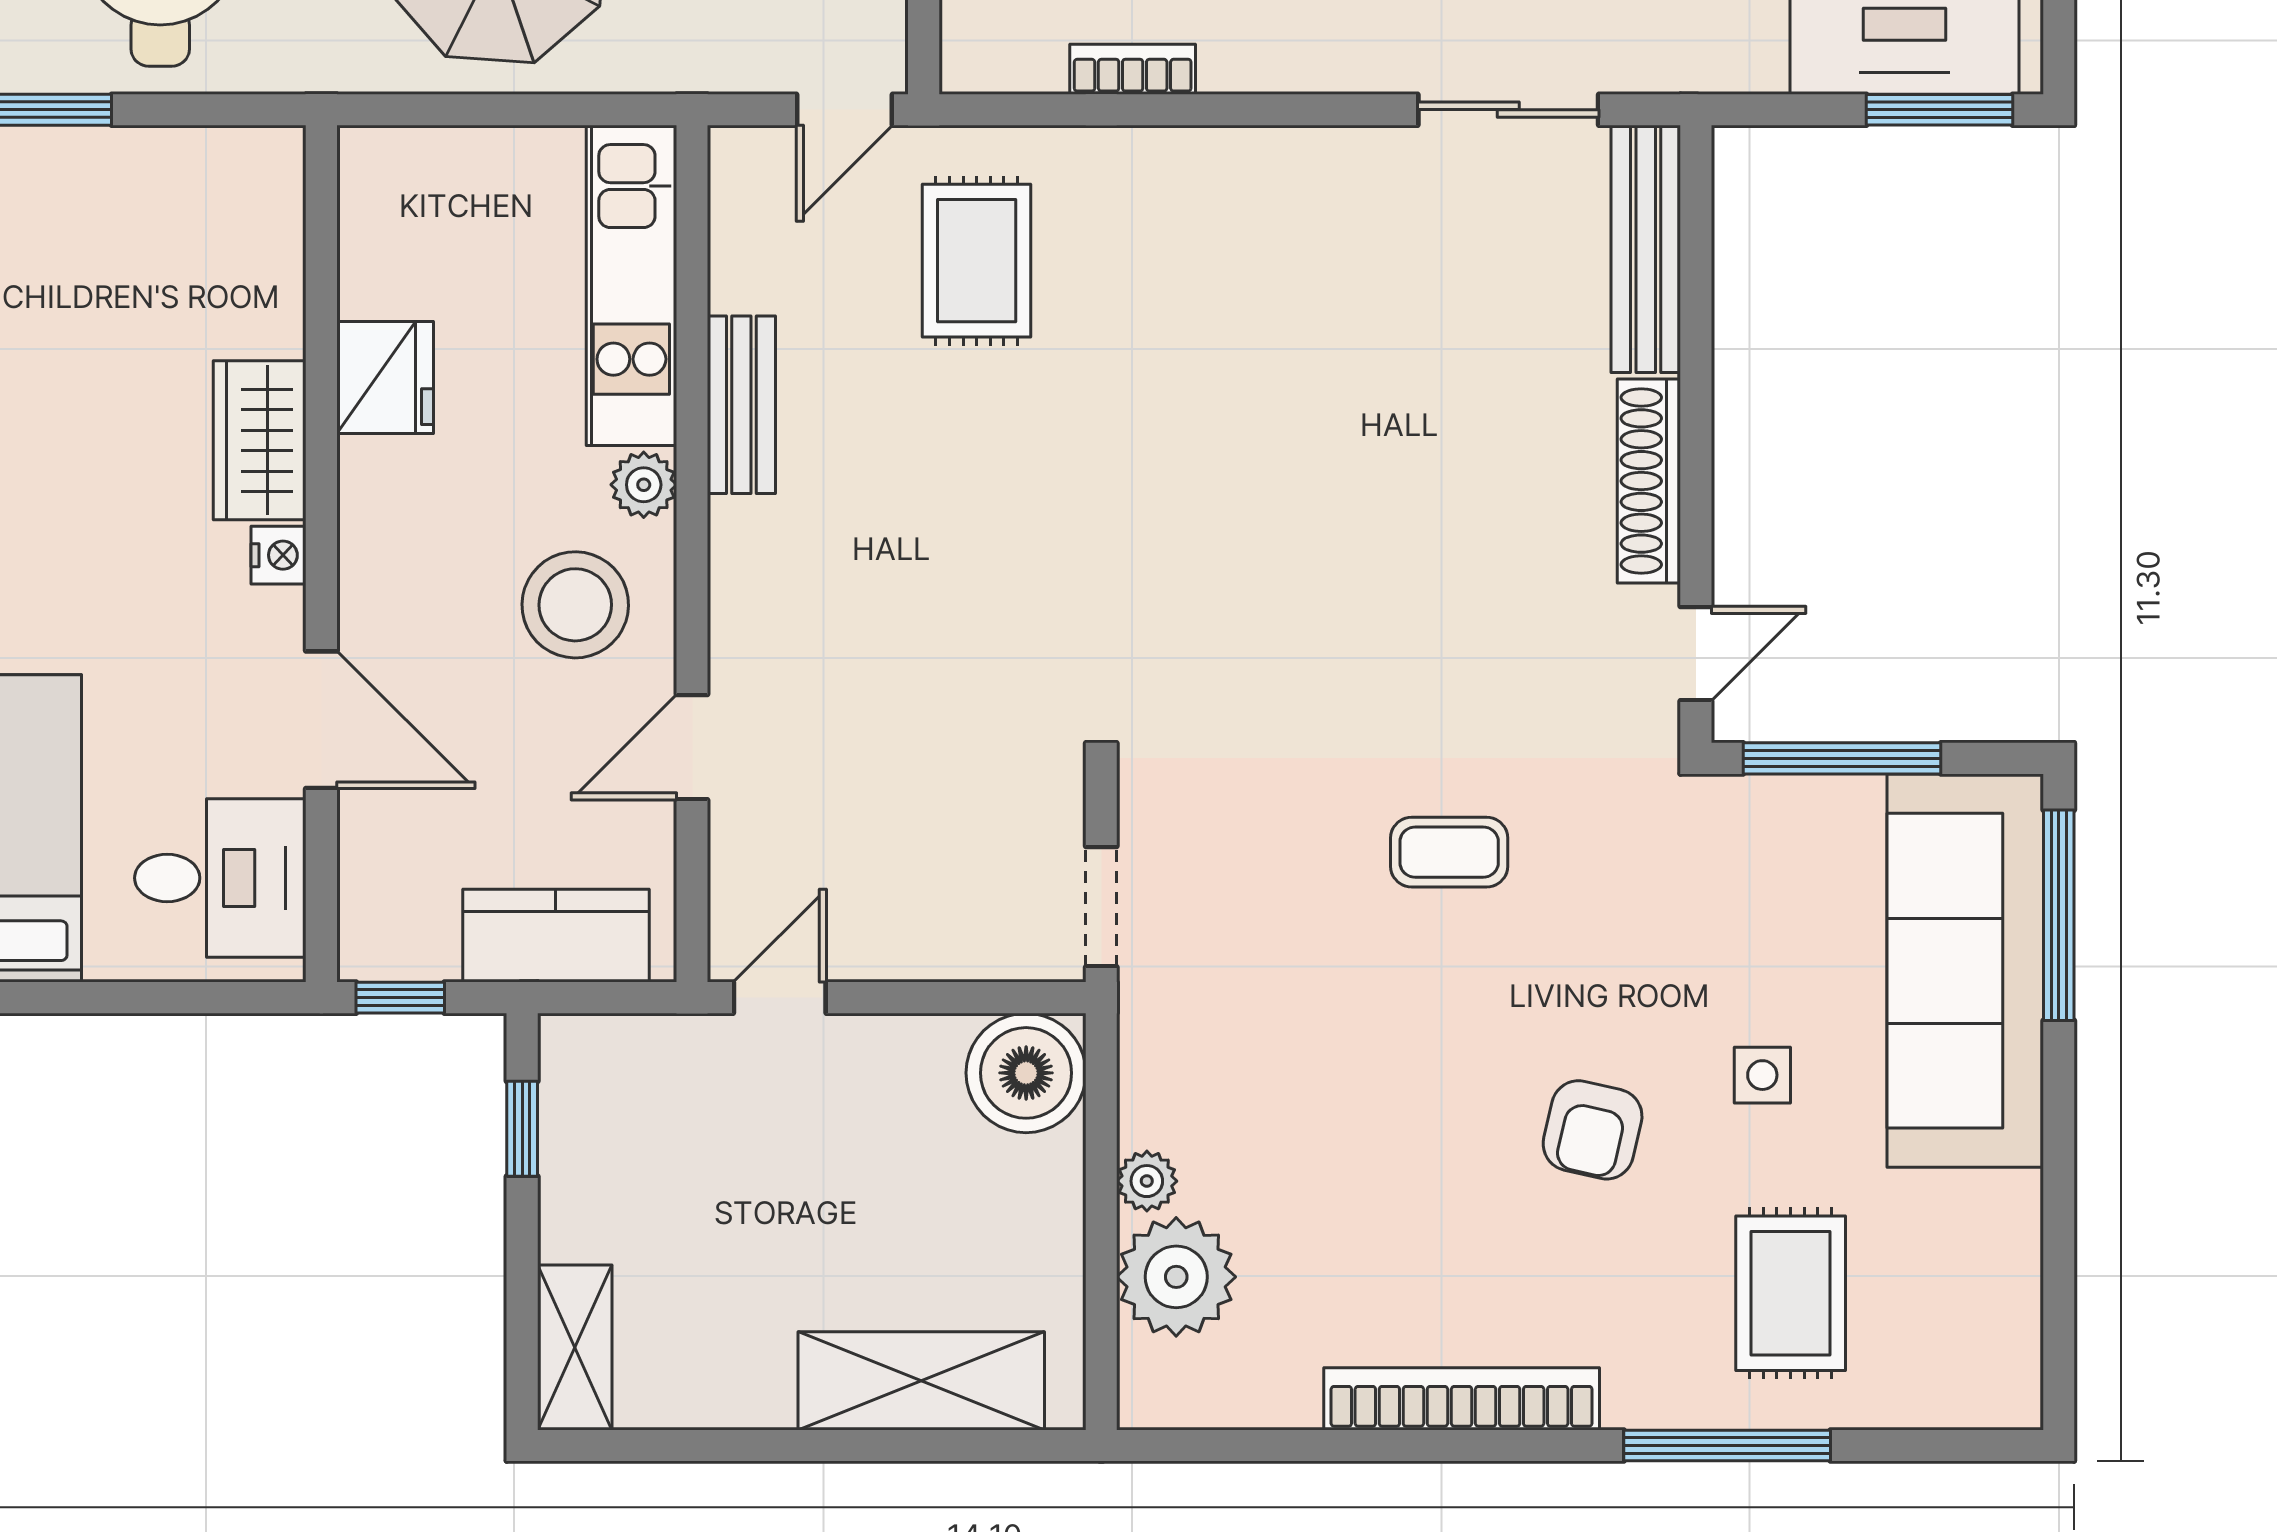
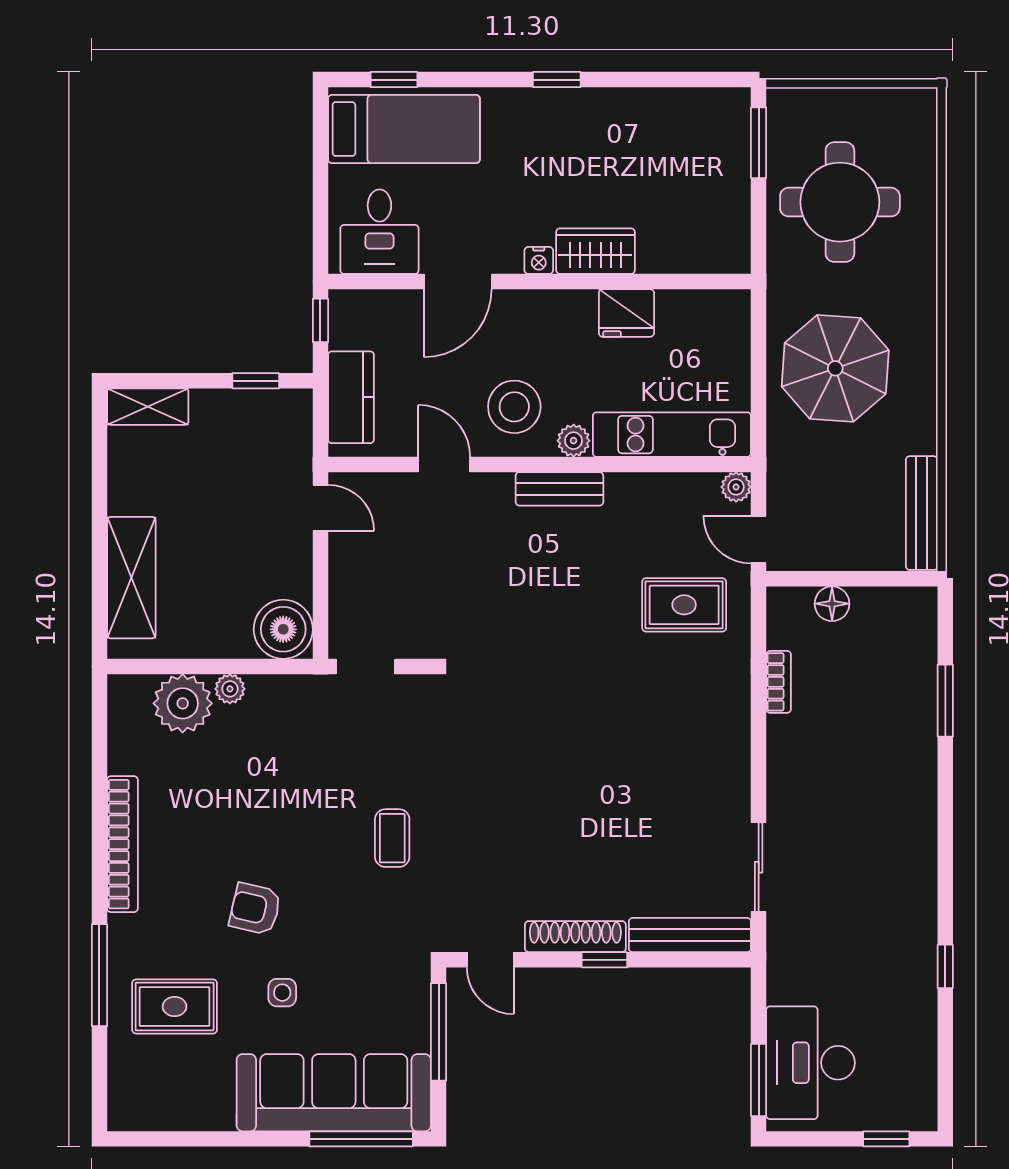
plant: (738, 155) -> (736, 487), added
bench: (741, 405) -> (559, 489), moved
window: (1696, 422) -> (604, 960), added

